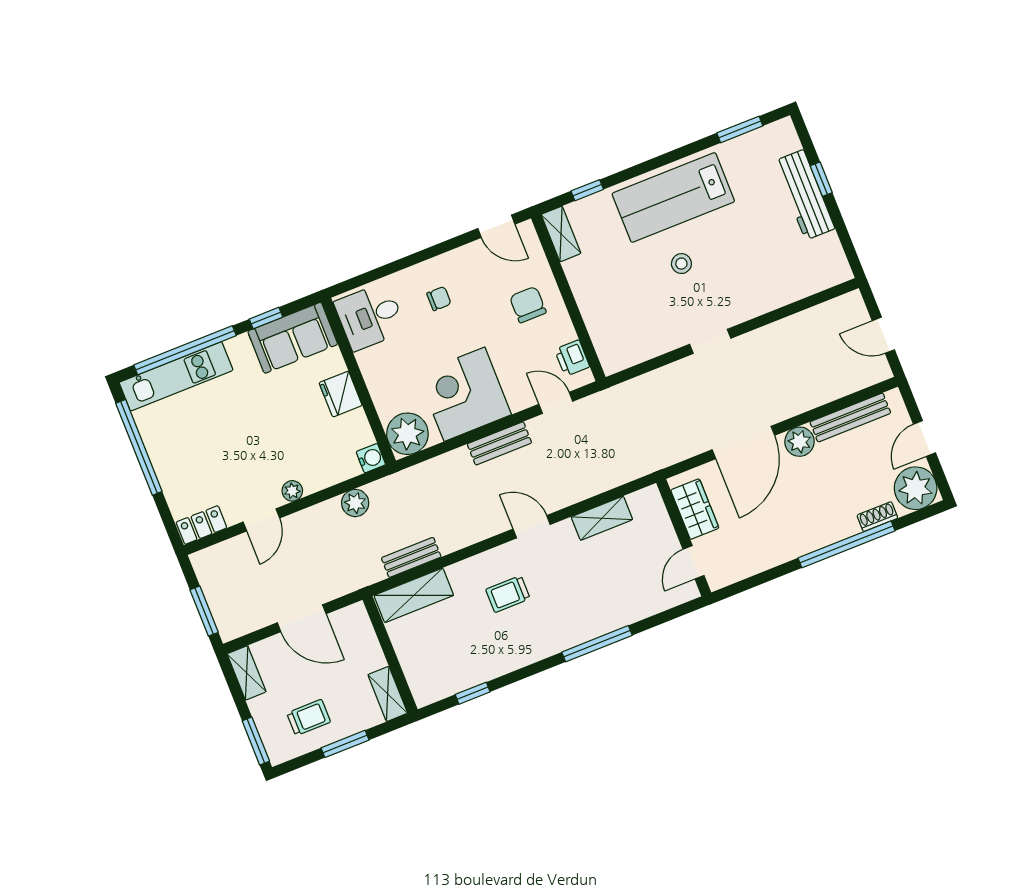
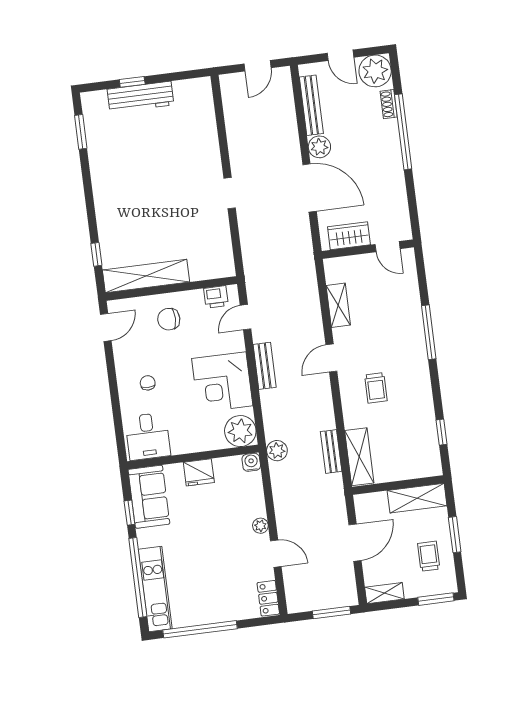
lab bench: (673, 197) -> (118, 193), removed
shelving: (561, 234) -> (146, 276), width x2.20, depth x1.33
stool: (681, 264) -> (168, 200), removed
plant: (355, 503) -> (277, 451), moved
shelving: (388, 694) -> (417, 498), width x1.50, depth x1.33

